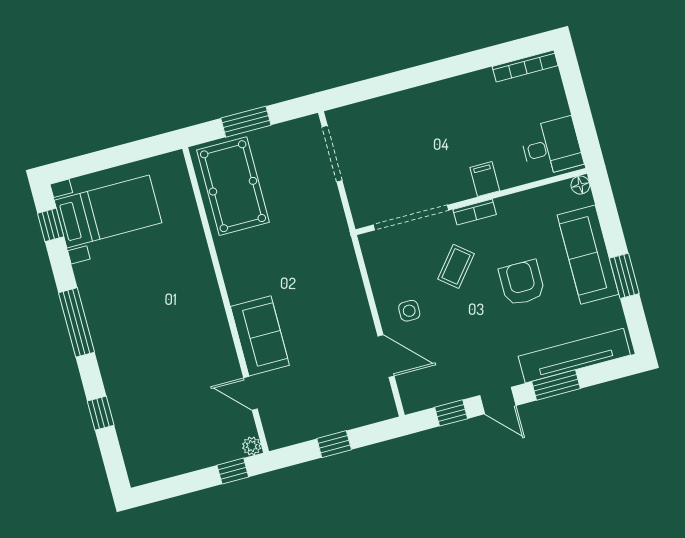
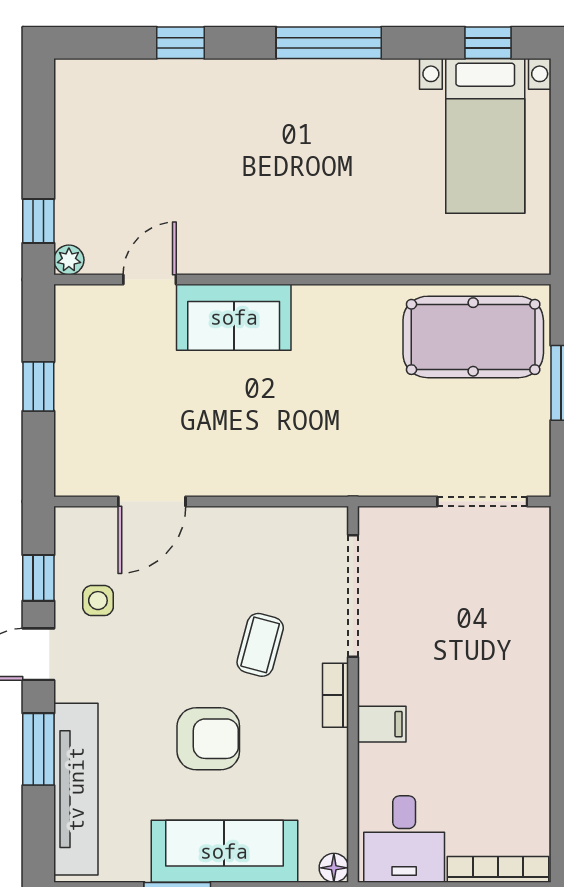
bookcase: (525, 66) -> (498, 869), moved, turned 90
coffee table: (456, 266) -> (260, 645), turned 66
side table: (409, 311) -> (98, 601), moved

